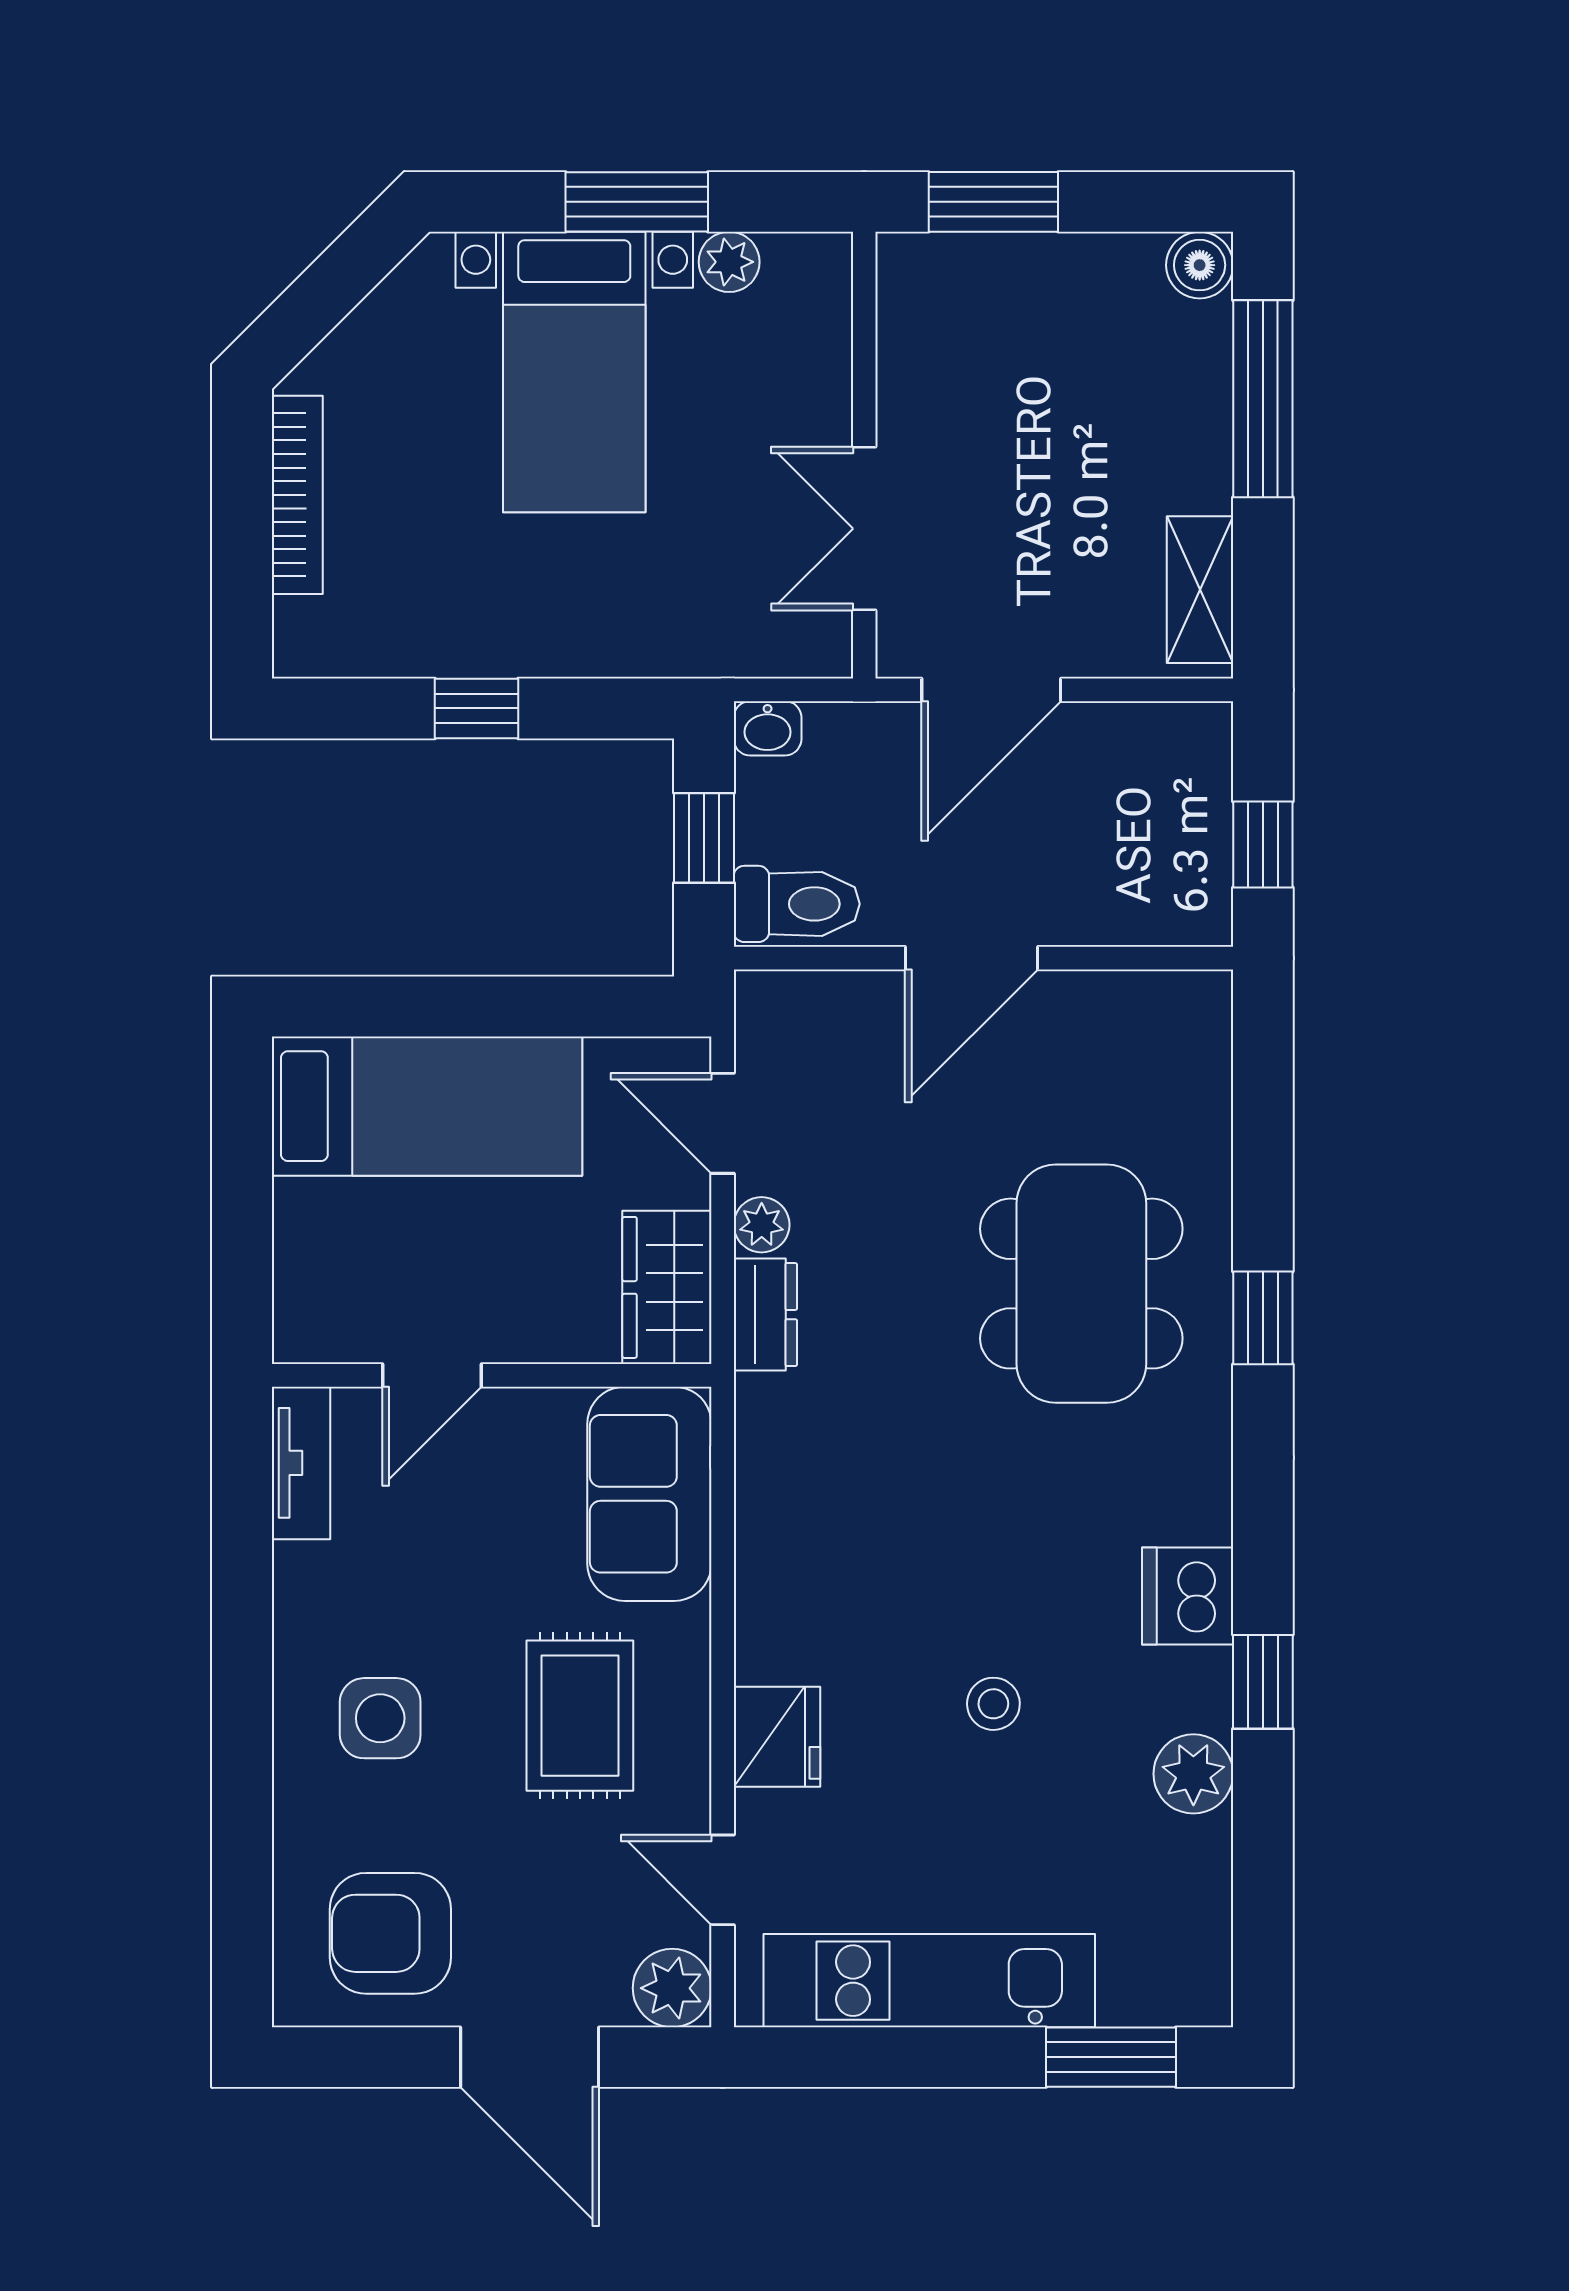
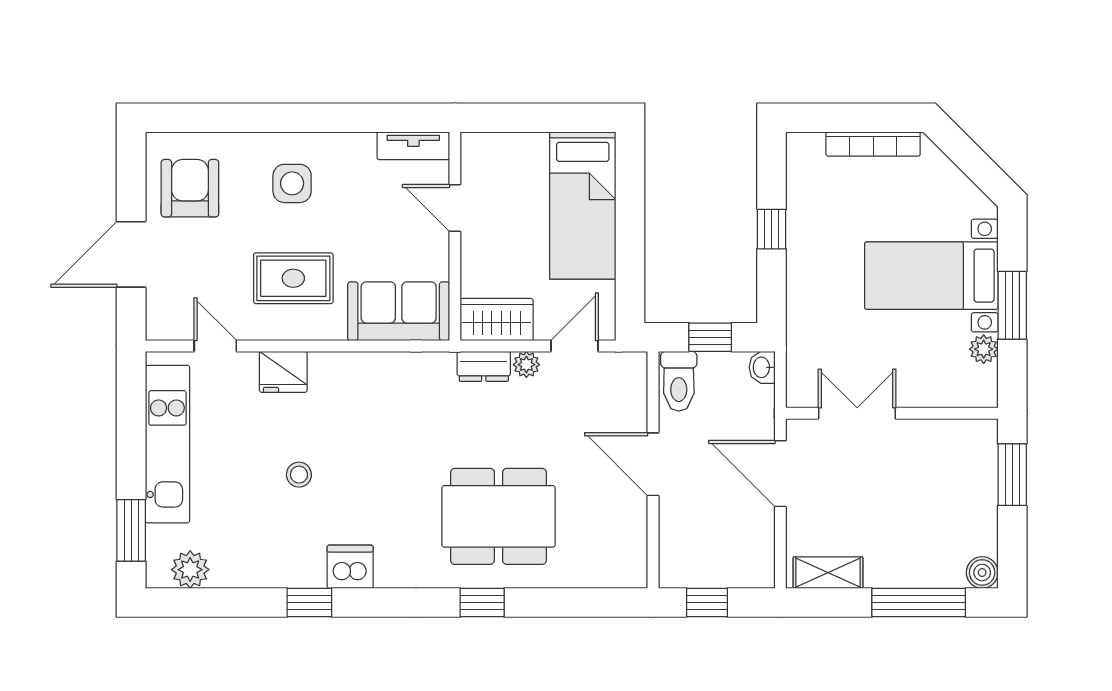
plant: (1193, 1774) -> (190, 570), moved
door: (723, 1880) -> (215, 346), hinge flipped
plant: (672, 1988) -> (164, 322), removed

